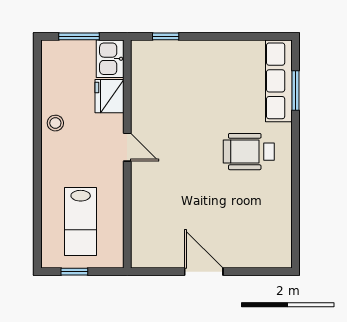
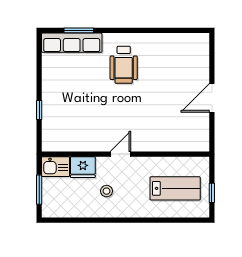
window: (166, 36) -> (39, 110), moved
stool: (55, 123) -> (107, 191), moved

